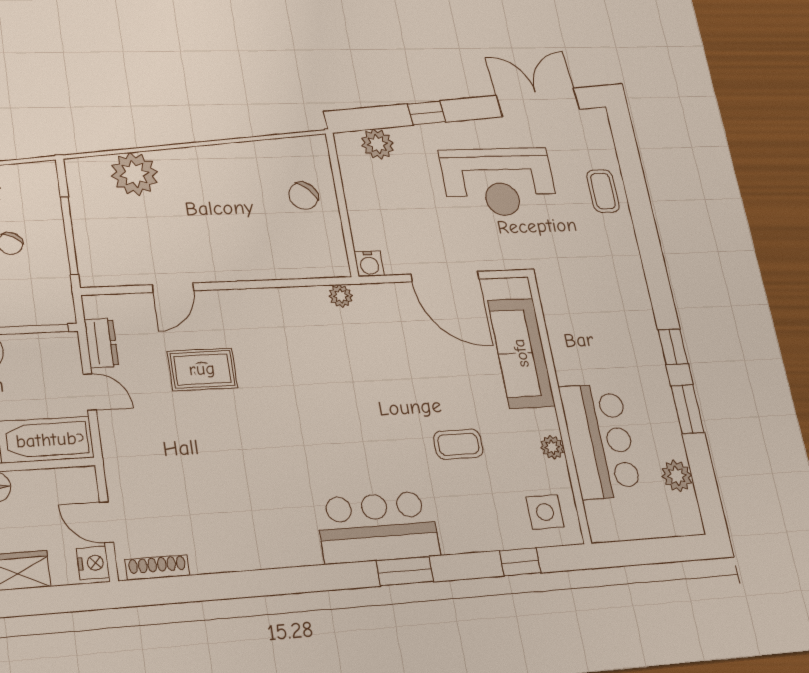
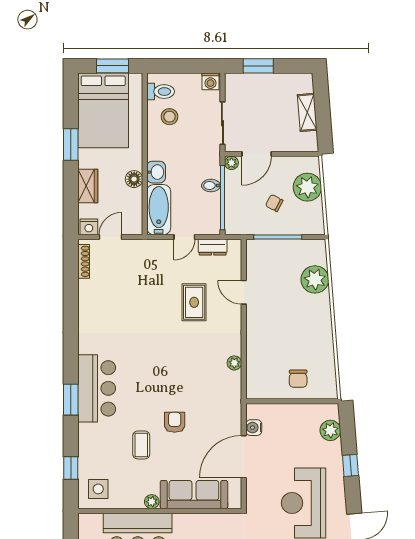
chair: (303, 196) -> (298, 379), turned -134
water cooler: (369, 264) -> (254, 428), moved
plant: (341, 296) -> (234, 363), moved
armchair: (410, 391) -> (175, 422), added
plant: (552, 447) -> (152, 502), moved

